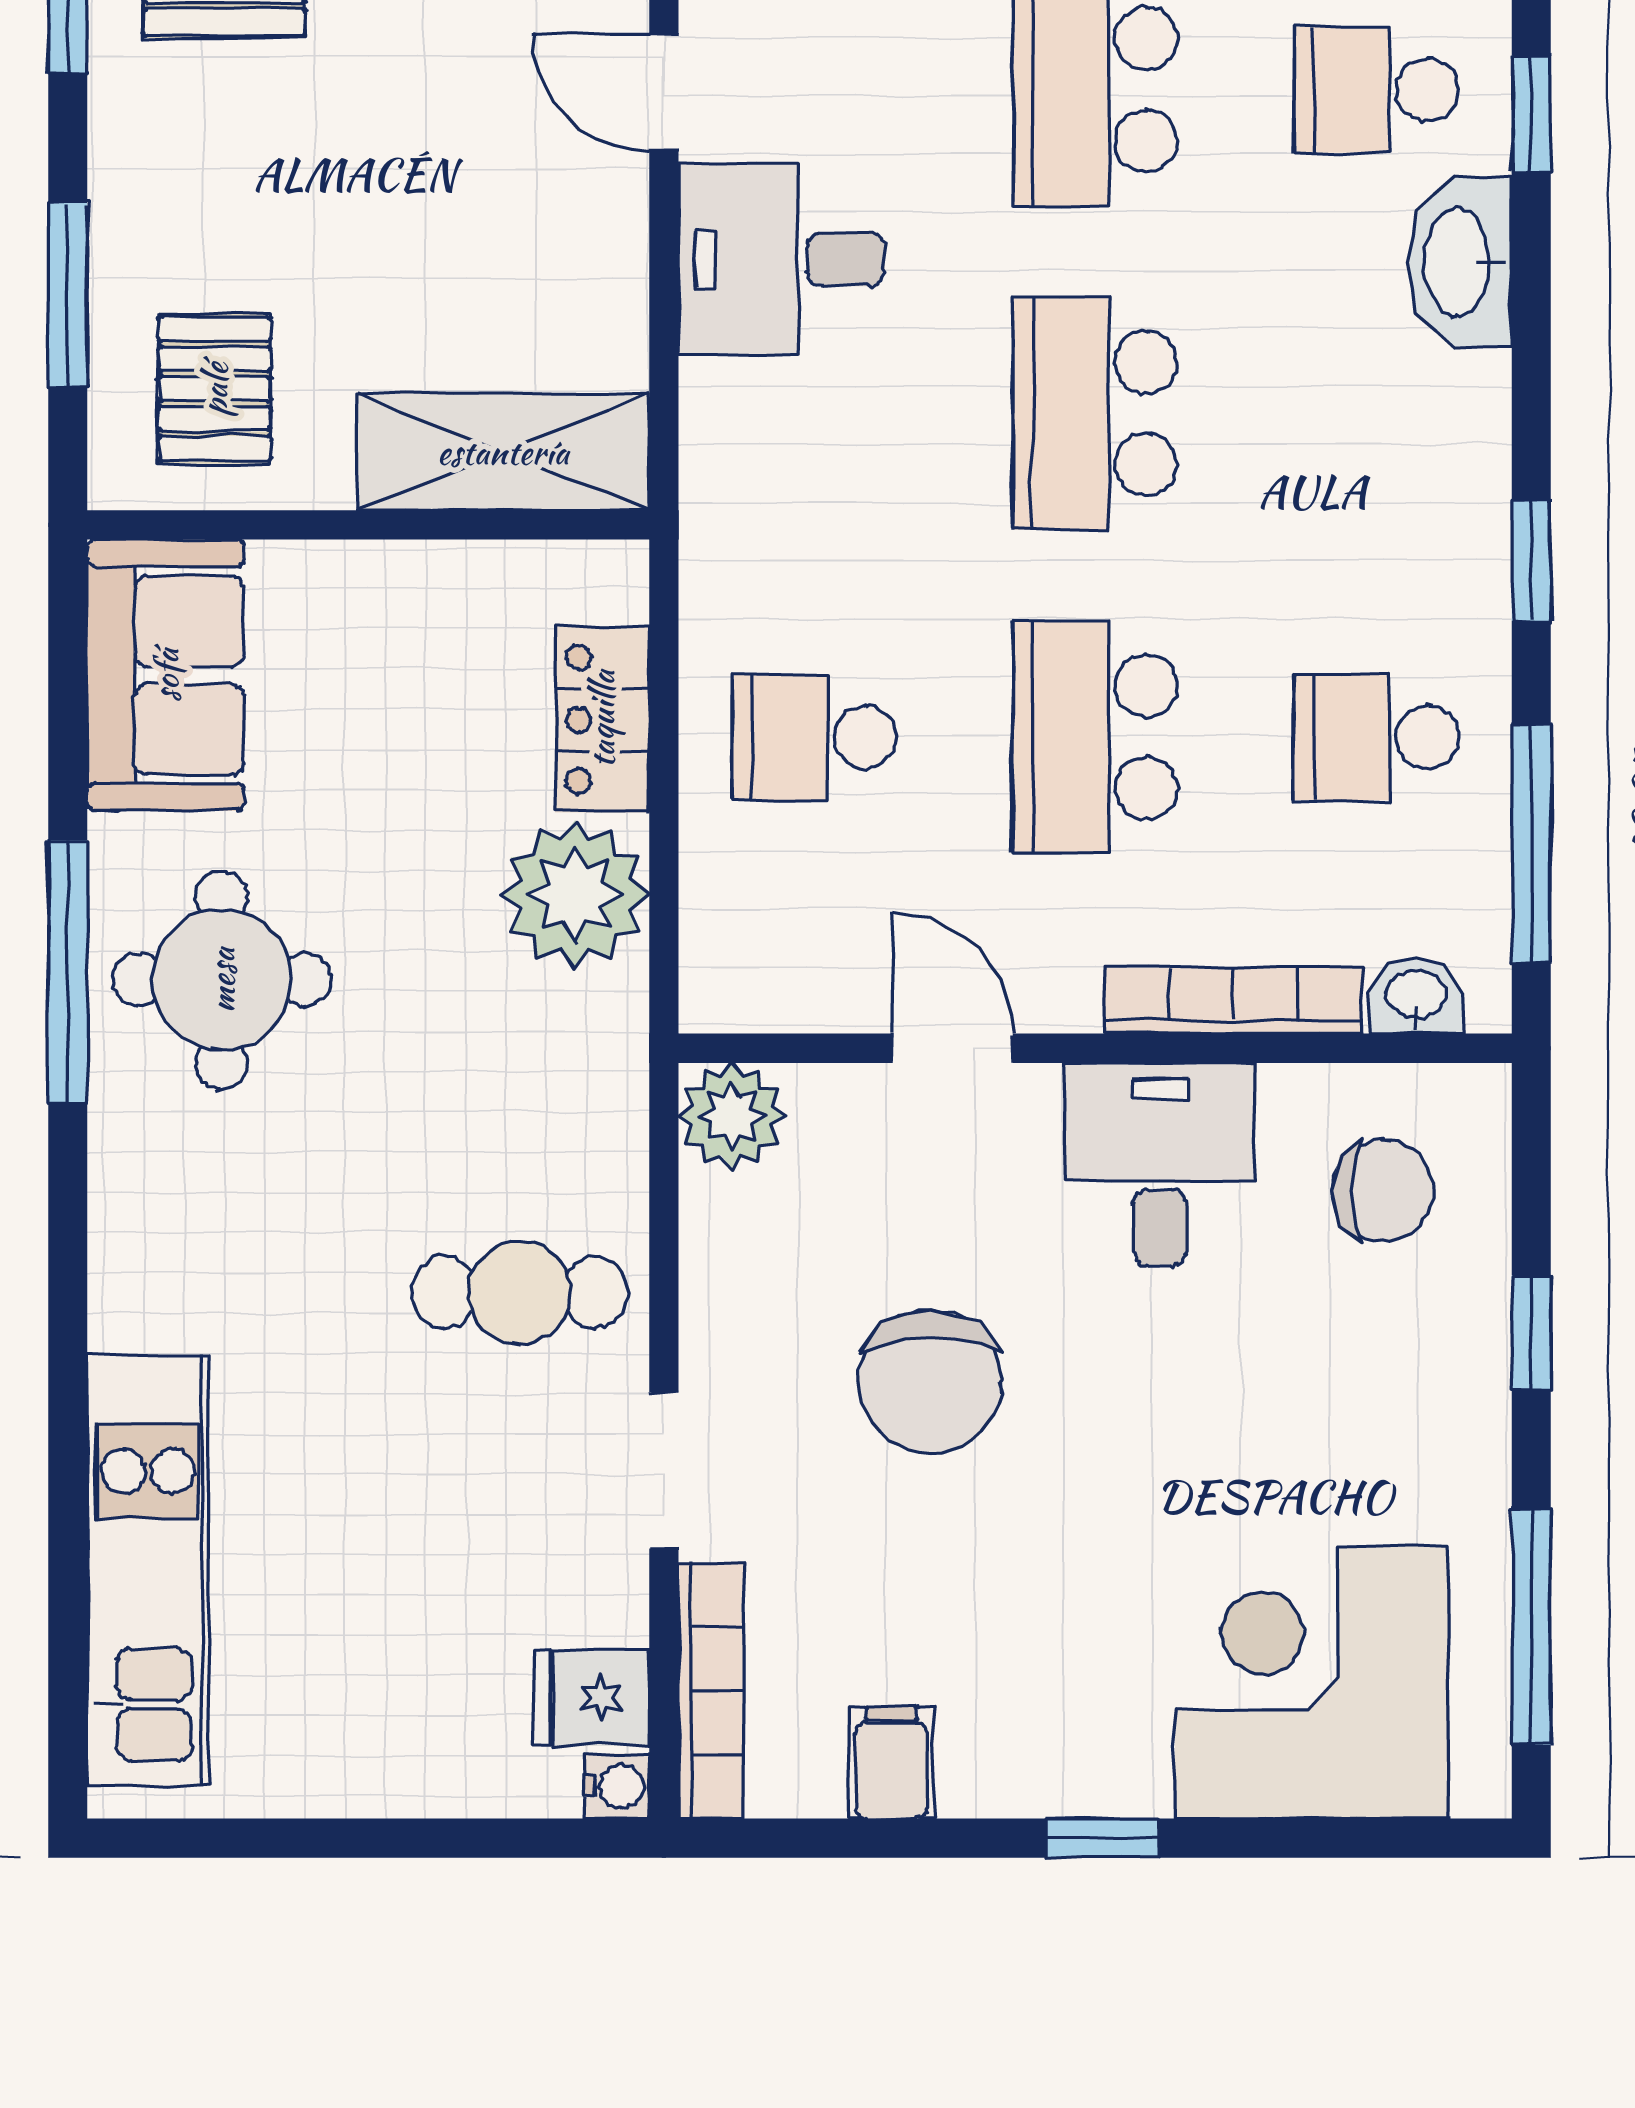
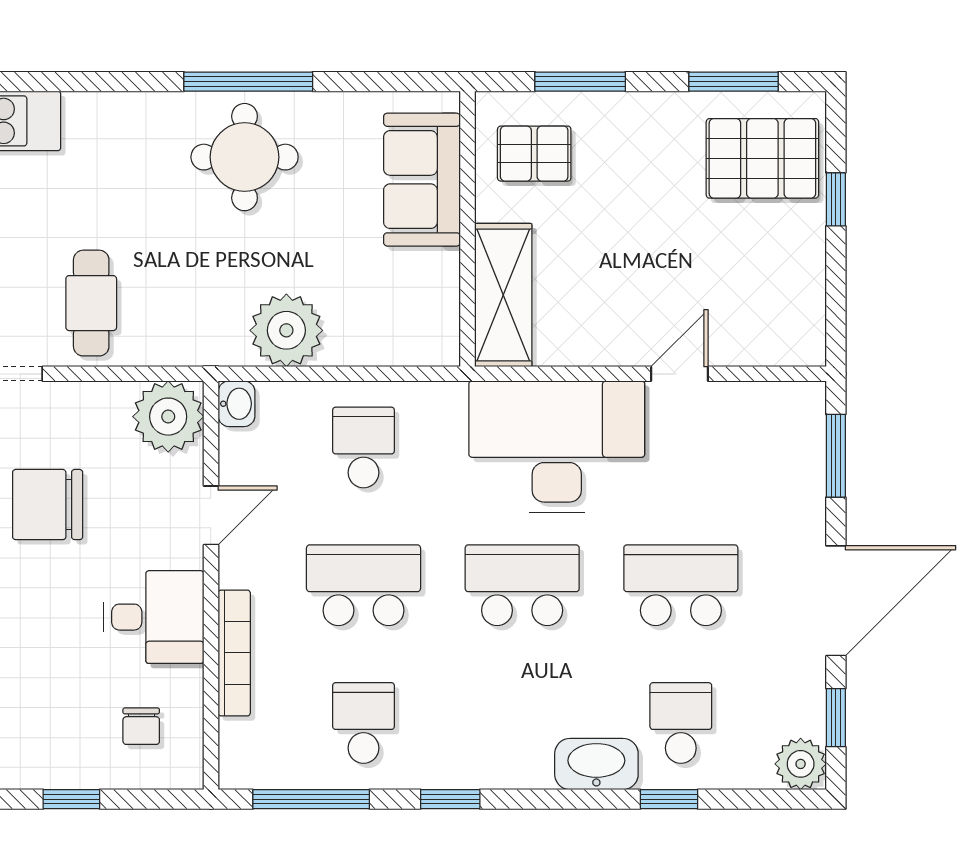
desk: (782, 259) -> (557, 447), width x1.87, depth x1.30
sofa: (166, 675) -> (422, 180), moved, turned 90
locker: (602, 719) -> (372, 344), removed
washbasin: (1416, 996) -> (237, 404), moved
plant: (732, 1116) -> (168, 417), width x1.36, depth x1.36
chair: (1383, 1190) -> (141, 726), width x0.73, depth x0.73

